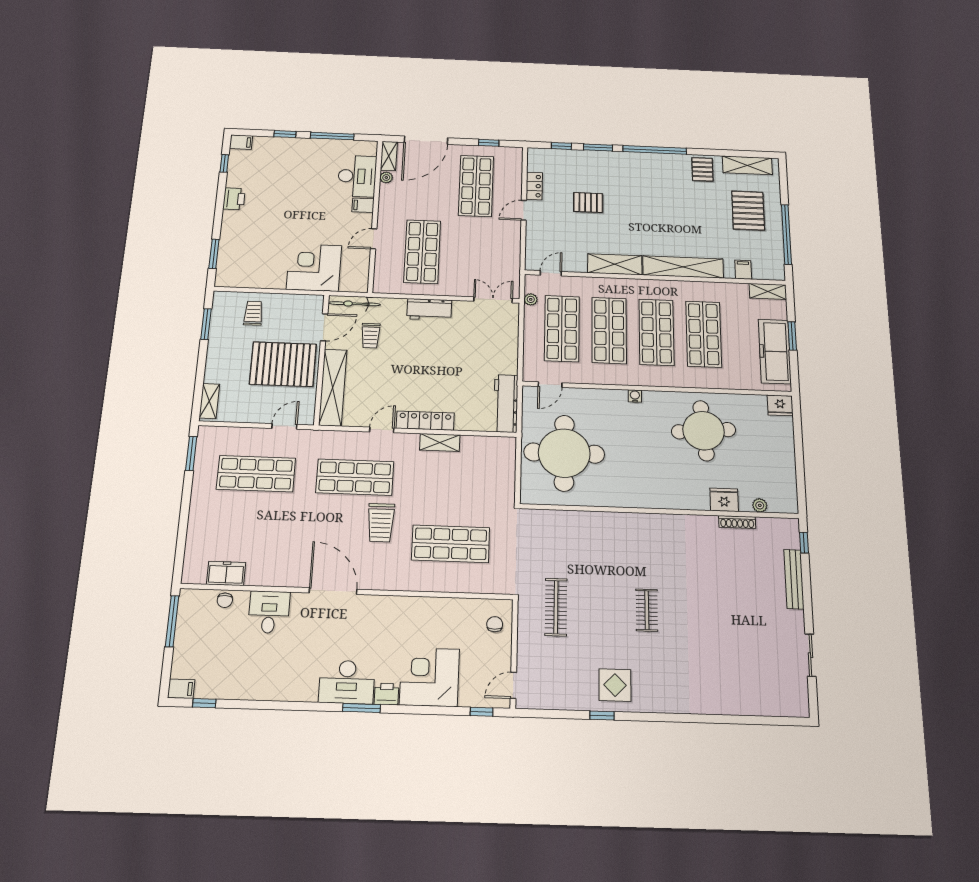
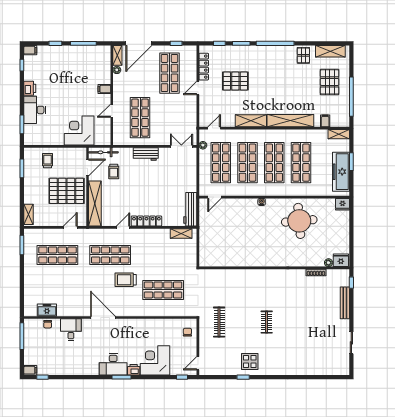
desk: (357, 176) -> (35, 110), moved, turned 180
locker: (534, 186) -> (204, 67), width x1.53
pallet: (588, 203) -> (235, 81), width x1.50, depth x1.42
shelving: (440, 443) -> (181, 233), moved
round table: (564, 453) -> (223, 237), removed
fridge: (724, 500) -> (341, 260), moved
trolley: (381, 523) -> (126, 280), turned 90

